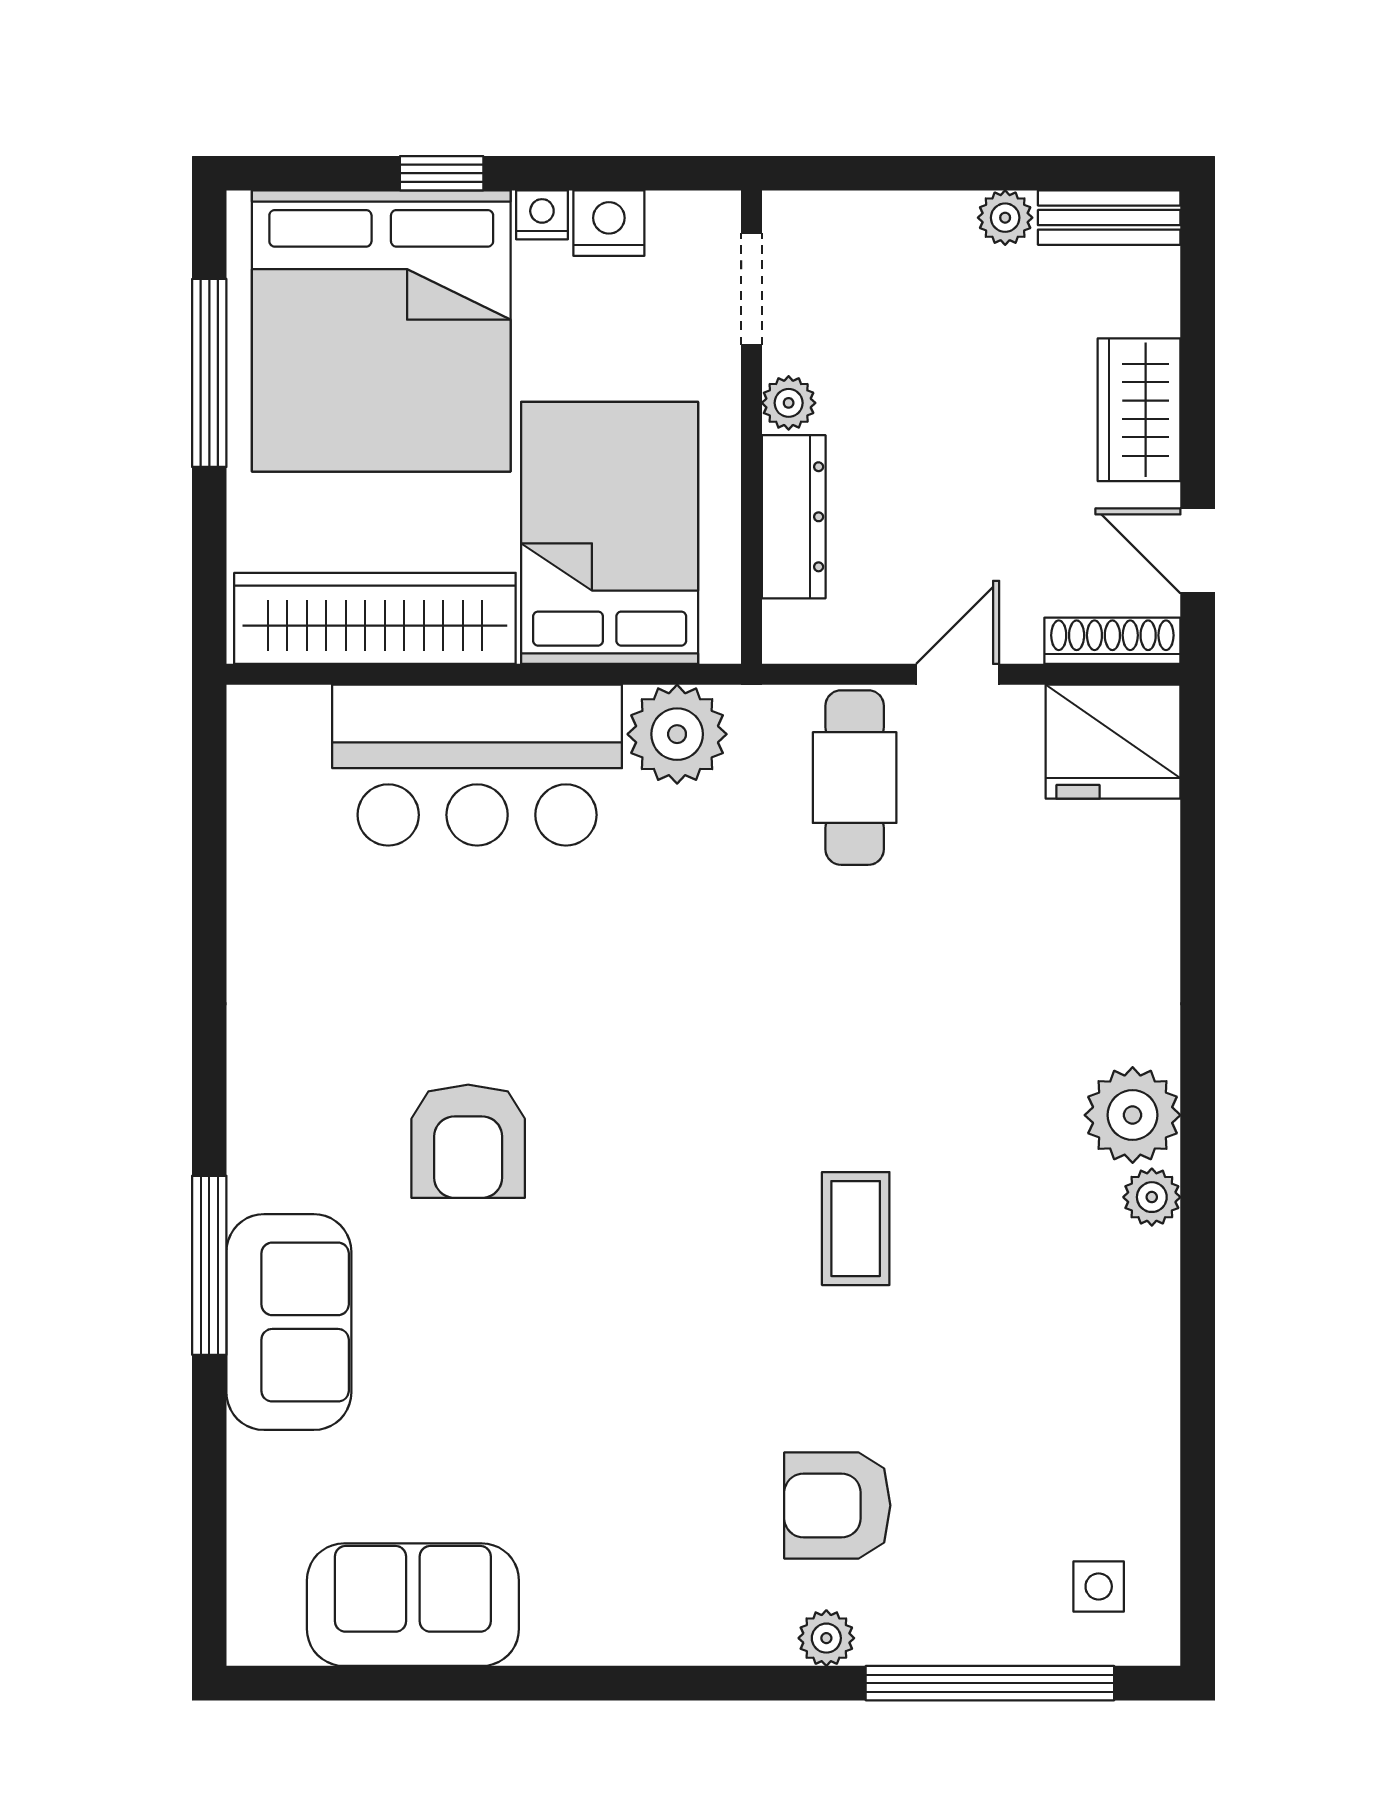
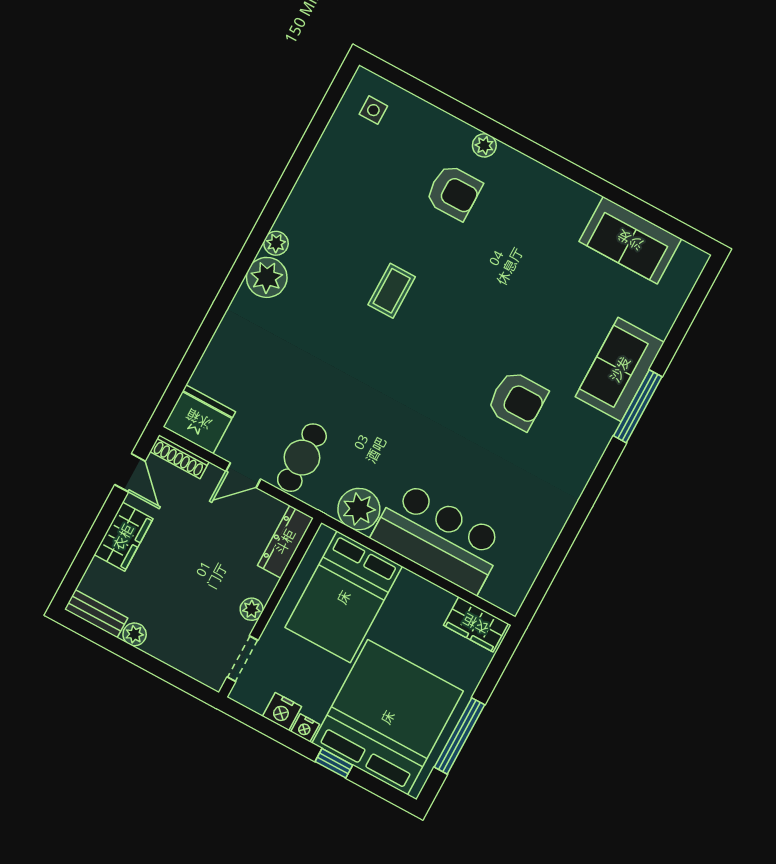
dresser: (794, 517) -> (285, 542), moved
wardrobe: (375, 618) -> (476, 624), width x0.48, depth x0.85
armchair: (468, 1141) -> (517, 400), turned 90
window: (990, 1683) -> (433, 96), removed

